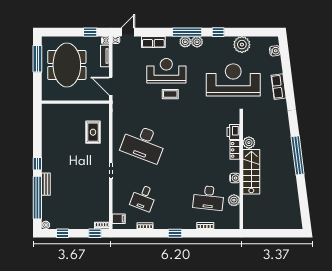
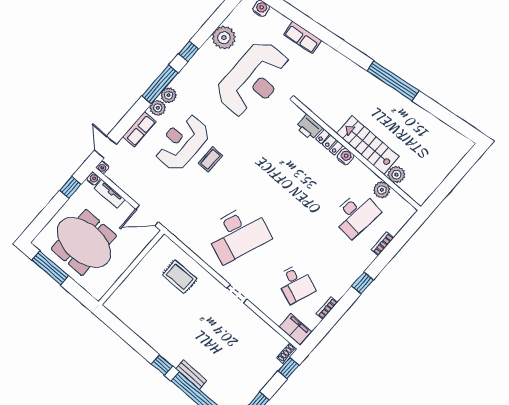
plant: (197, 42) -> (158, 108), moved
reception desk: (233, 80) -> (253, 79), turned 180
plant: (249, 143) -> (396, 175), moved
water cooler: (235, 178) -> (345, 156), moved
filing cabinet: (119, 219) -> (295, 329), width x2.00

